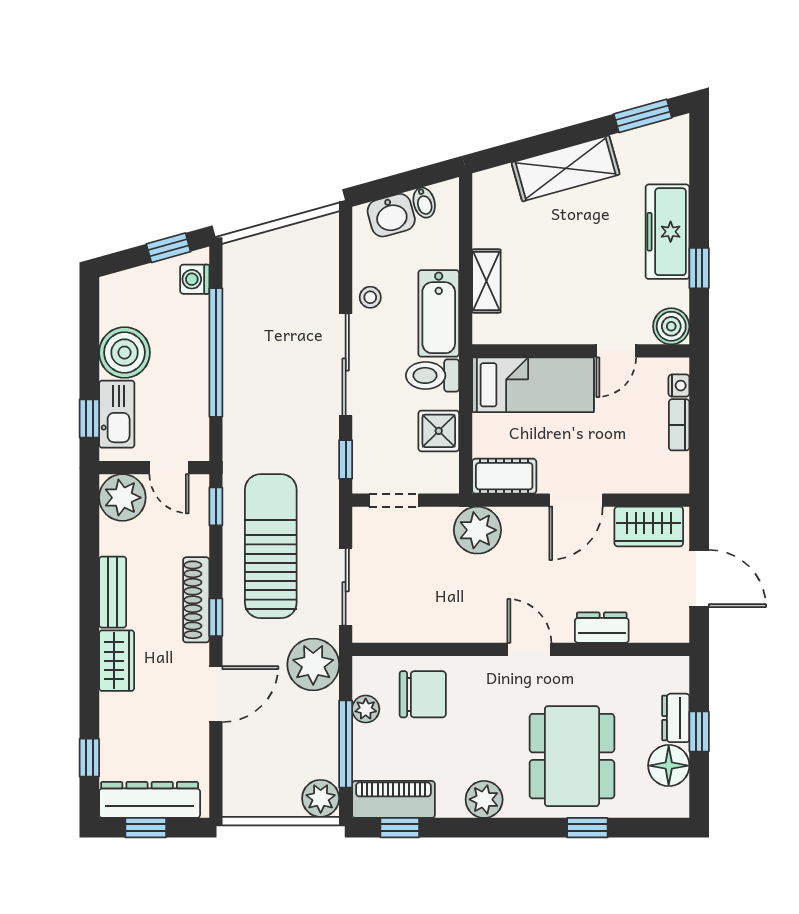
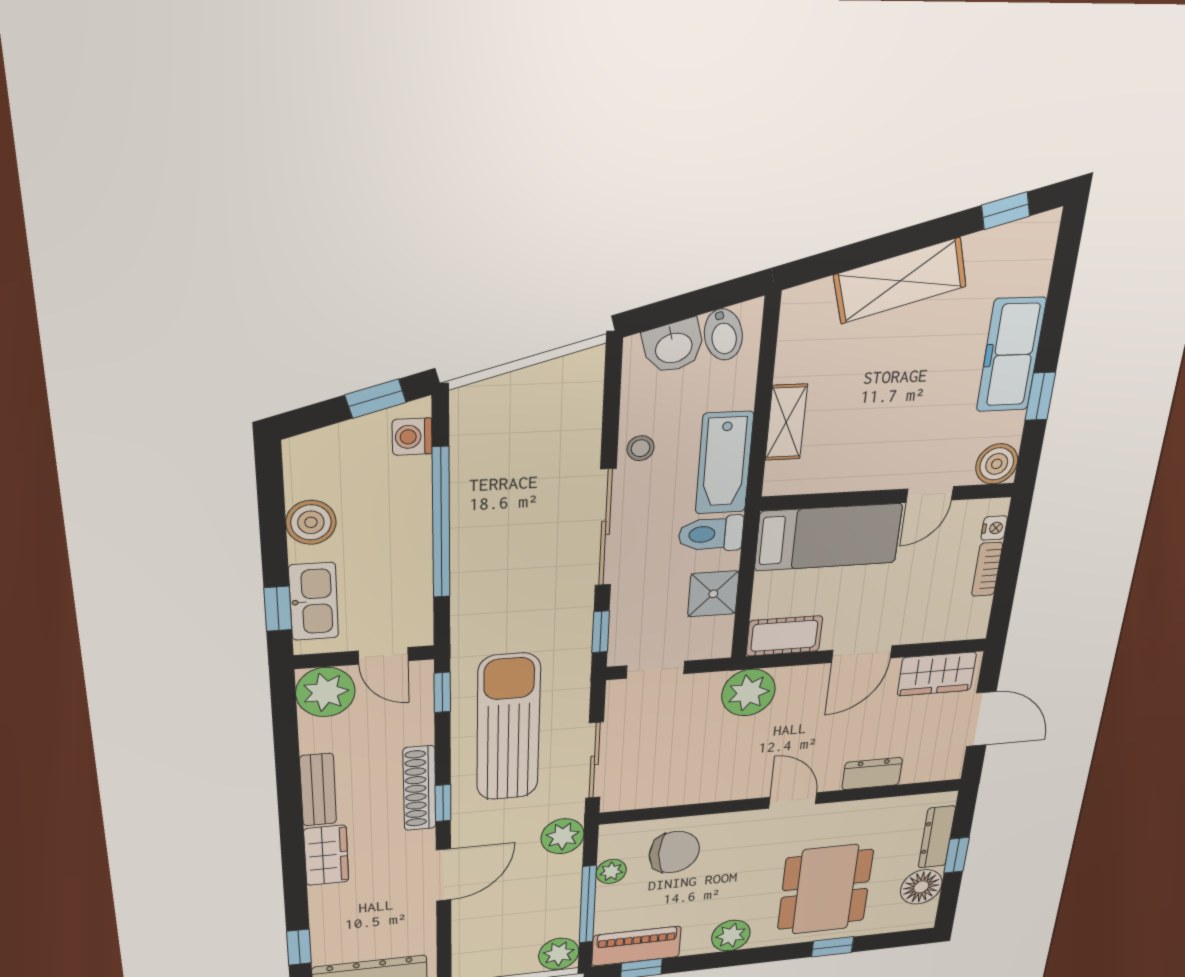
window: (643, 116) -> (1006, 211), width x0.67
bidet: (424, 203) -> (723, 334), width x1.38, depth x1.36
boiler: (124, 353) -> (311, 522), width x0.73, depth x0.73
plant: (313, 665) -> (563, 836), width x0.73, depth x0.73
dresser: (676, 718) -> (937, 837), width x1.44

